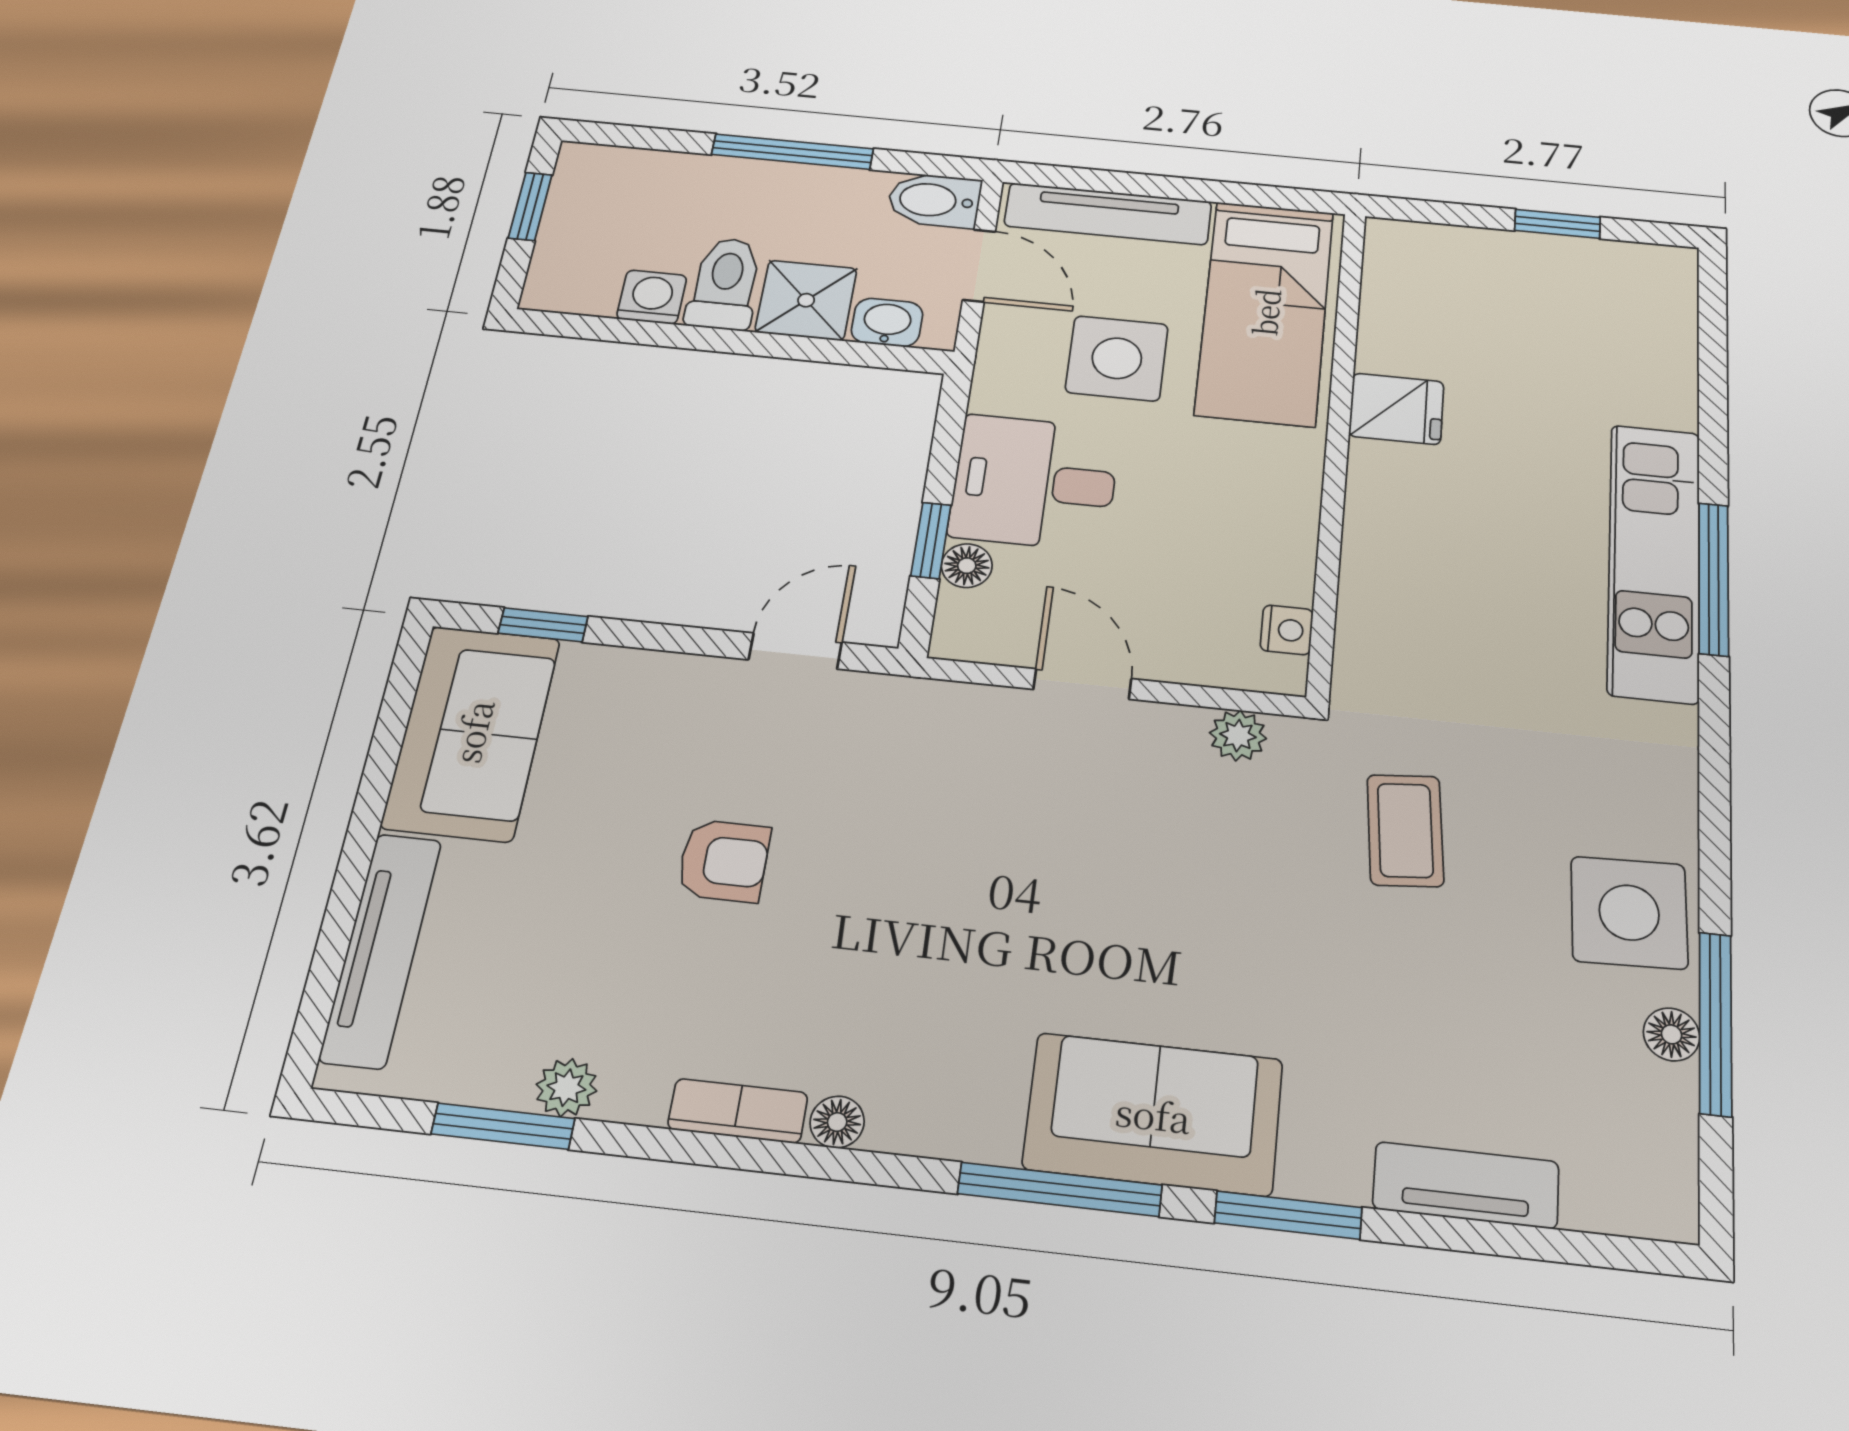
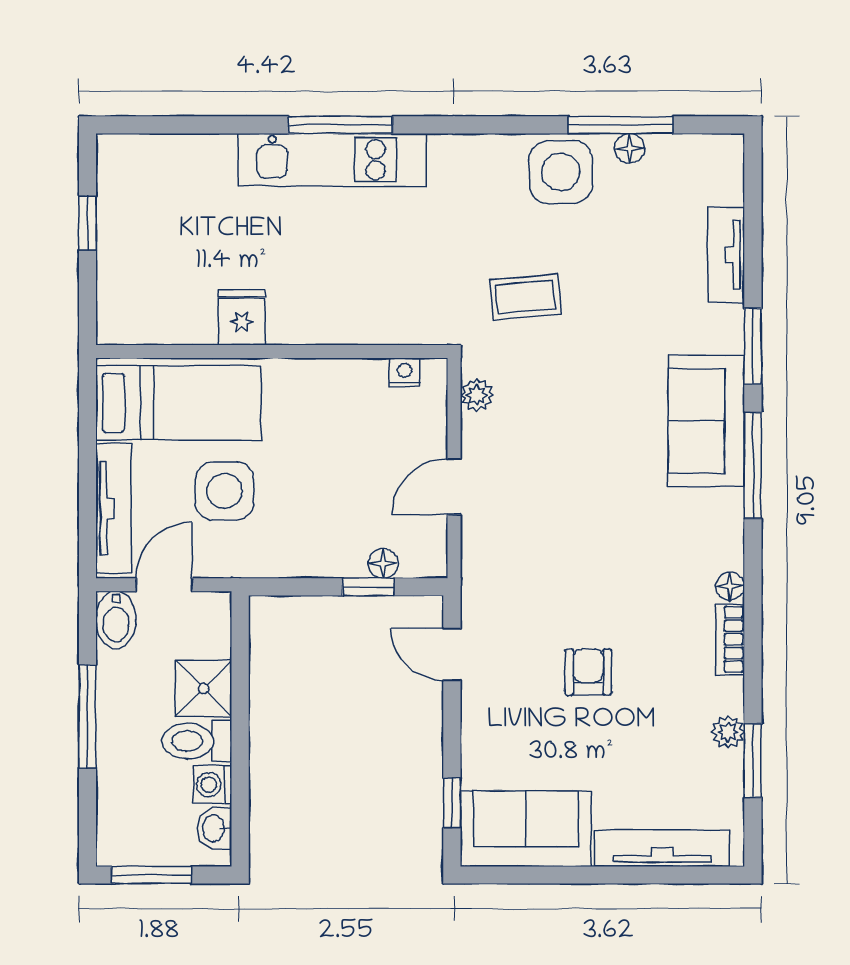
window: (530, 206) -> (151, 875), width x1.50
washbasin: (887, 322) -> (214, 828), moved
desk: (1035, 482) -> (321, 531), removed

